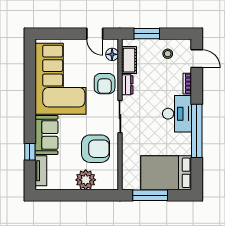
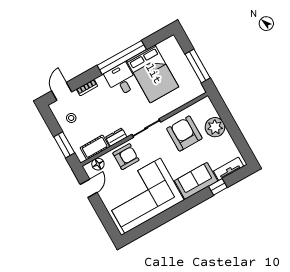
desk: (177, 114) -> (121, 80), width x0.73
bed: (166, 173) -> (153, 74), moved

